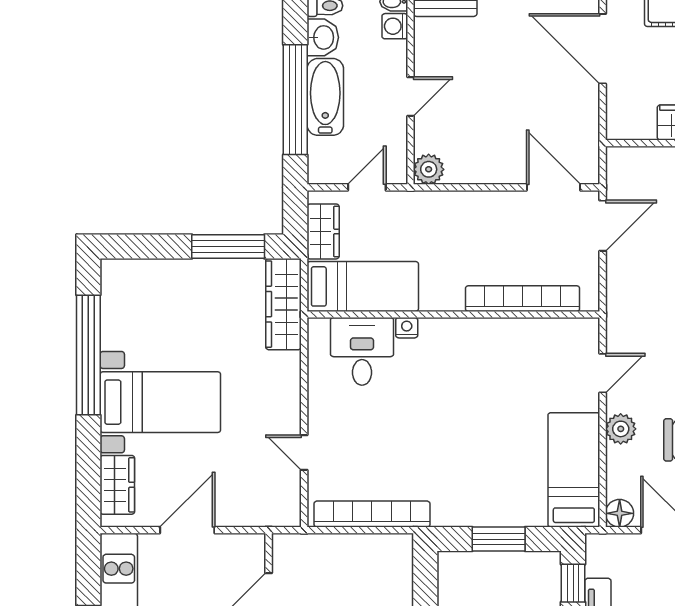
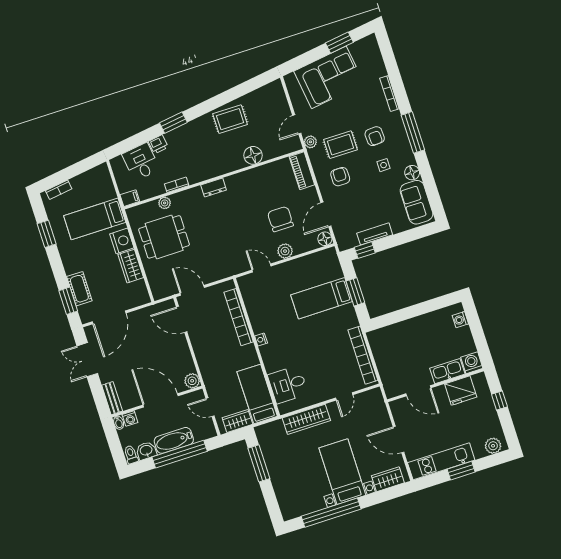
door: (411, 96) -> (161, 400), width x1.87
door: (554, 187) -> (182, 319), hinge flipped
wardrobe: (283, 304) -> (306, 419), moved
nightstand: (407, 328) -> (261, 340), moved
bed: (574, 470) -> (322, 298), moved

